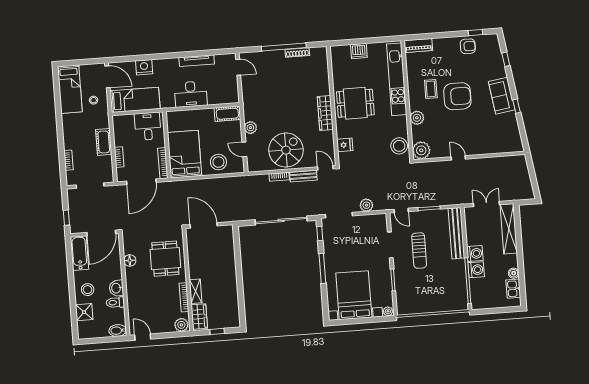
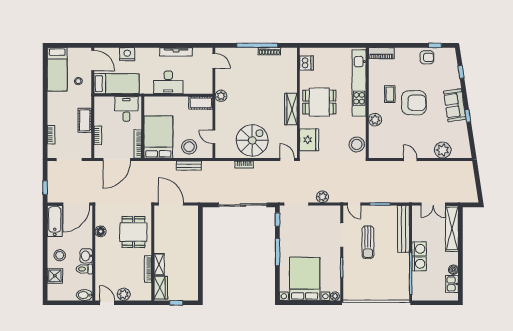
dishwasher: (359, 51) -> (306, 63), moved, turned -90
plant: (250, 128) -> (221, 96), moved
fridge: (345, 145) -> (309, 140), width x1.88, depth x1.34
plant: (421, 150) -> (443, 150), moved
bench: (303, 176) -> (189, 166), moved
double door: (486, 204) -> (433, 204), swing flipped
plant: (181, 325) -> (124, 294), moved

